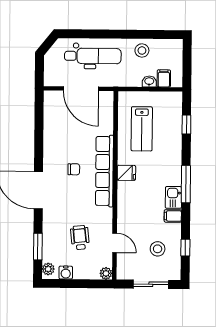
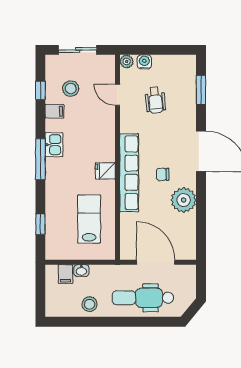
filing cabinet: (173, 216) -> (54, 111), moved
plant: (48, 269) -> (184, 200), moved, width x1.87, depth x1.87
water cooler: (66, 273) -> (144, 62), moved

